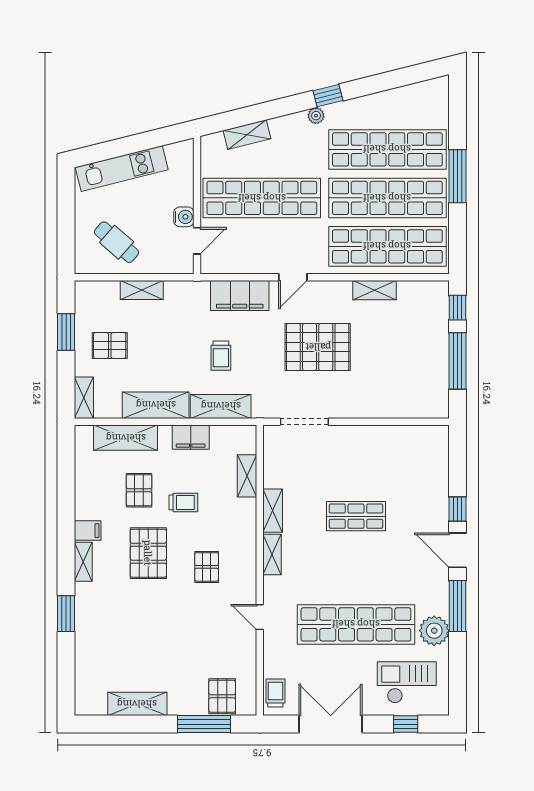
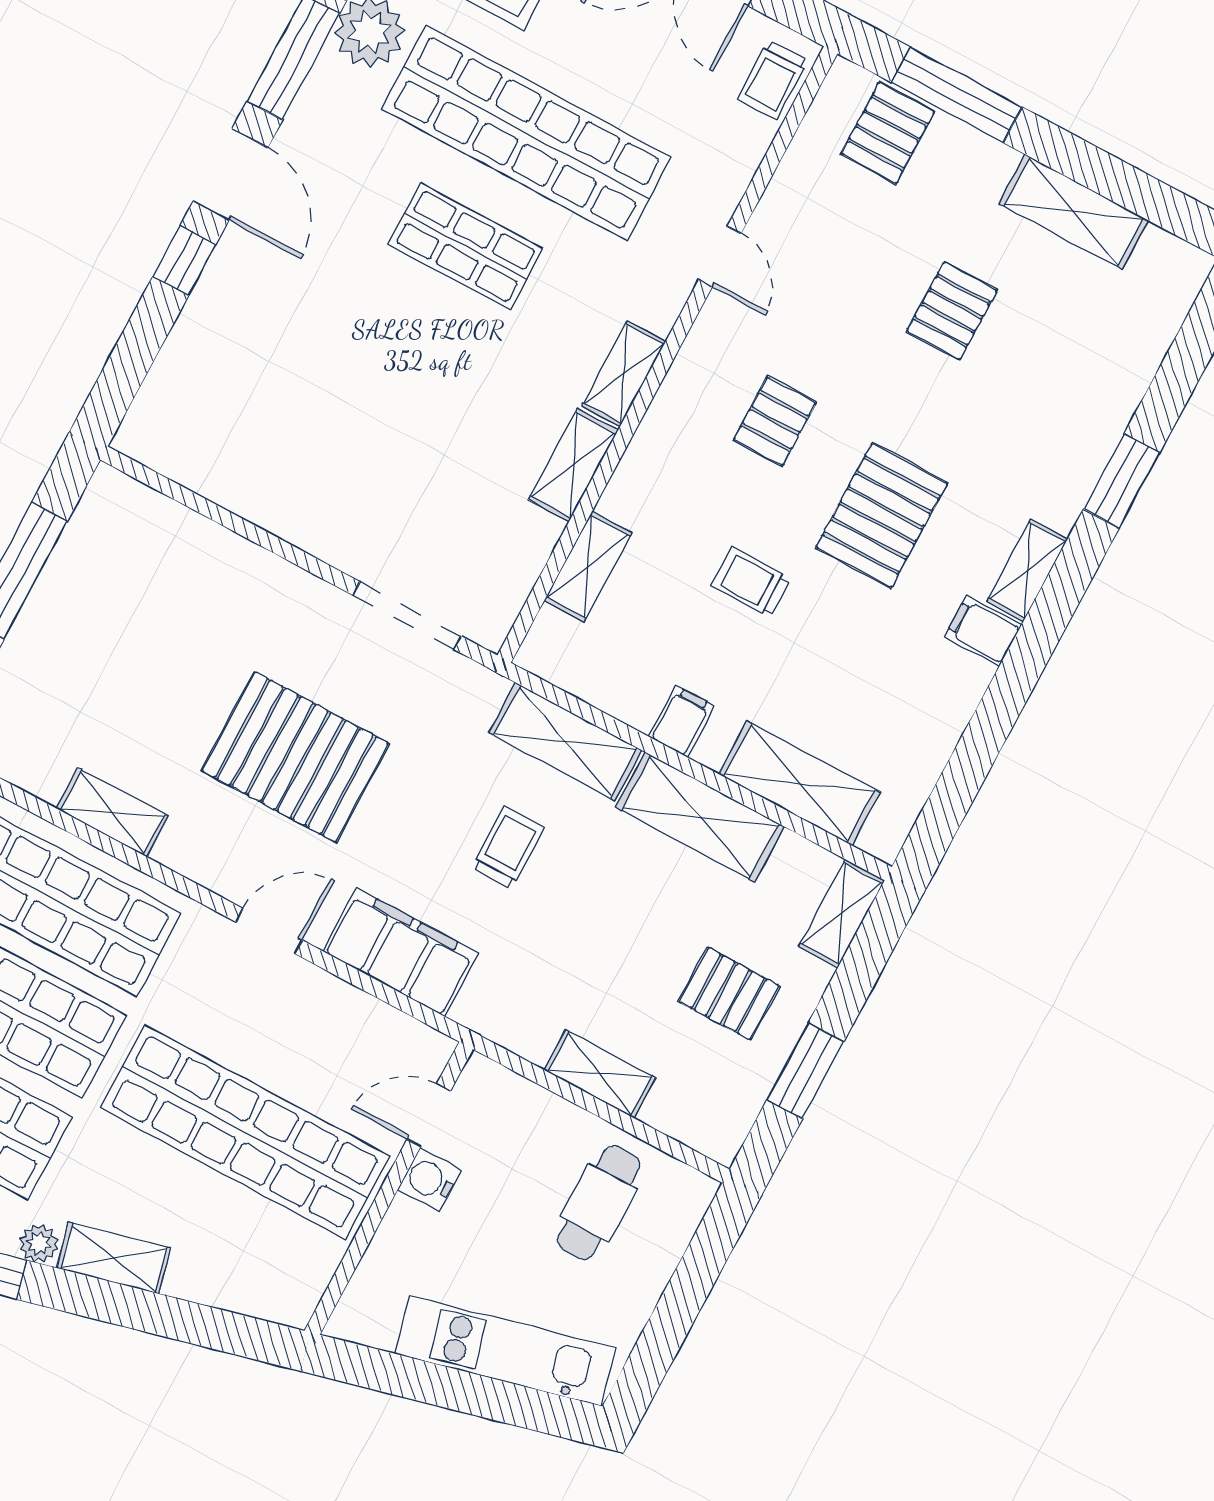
shelving: (247, 135) -> (114, 1258), moved
cafe table: (117, 242) -> (599, 1202), turned 49
filing cabinet: (191, 437) -> (682, 721), width x0.50
pallet: (139, 490) -> (952, 311), moved
shop shelf: (356, 516) -> (466, 246), moved

